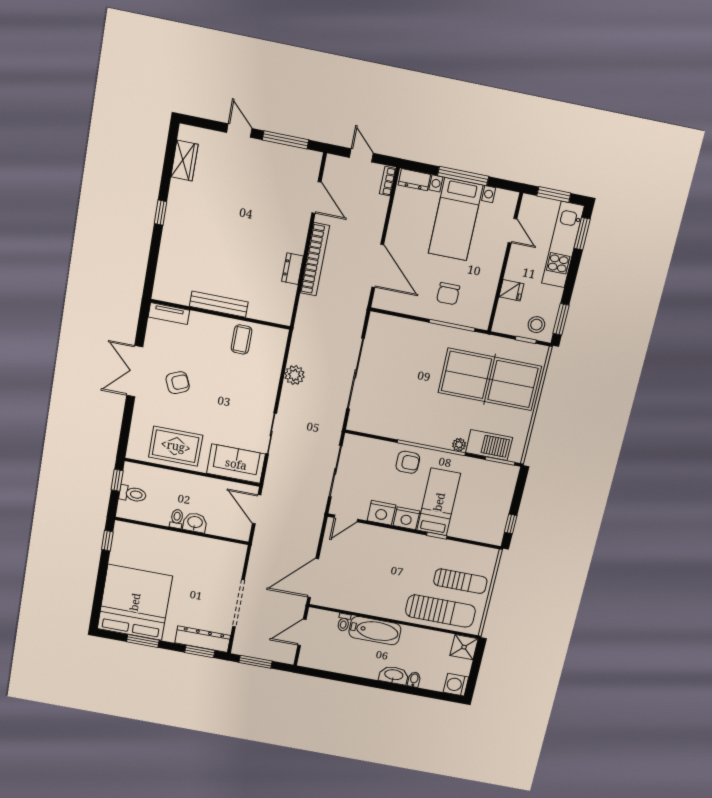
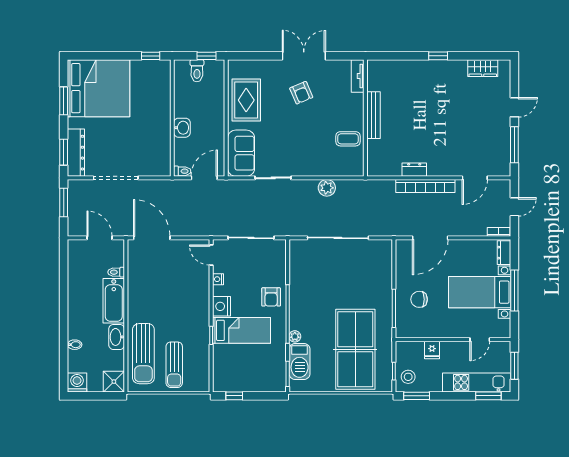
nightstand: (381, 513) -> (218, 279), width x0.53, depth x0.56
toilet: (177, 519) -> (182, 171), moved
washbasin: (394, 675) -> (117, 337), moved, turned 180

